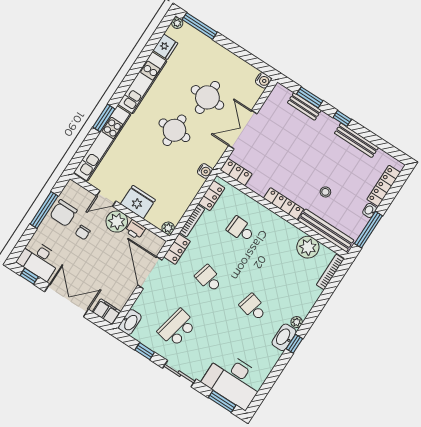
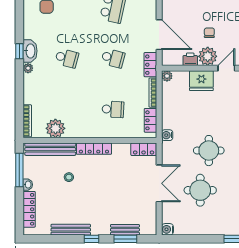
chair: (83, 232) -> (209, 33), moved

